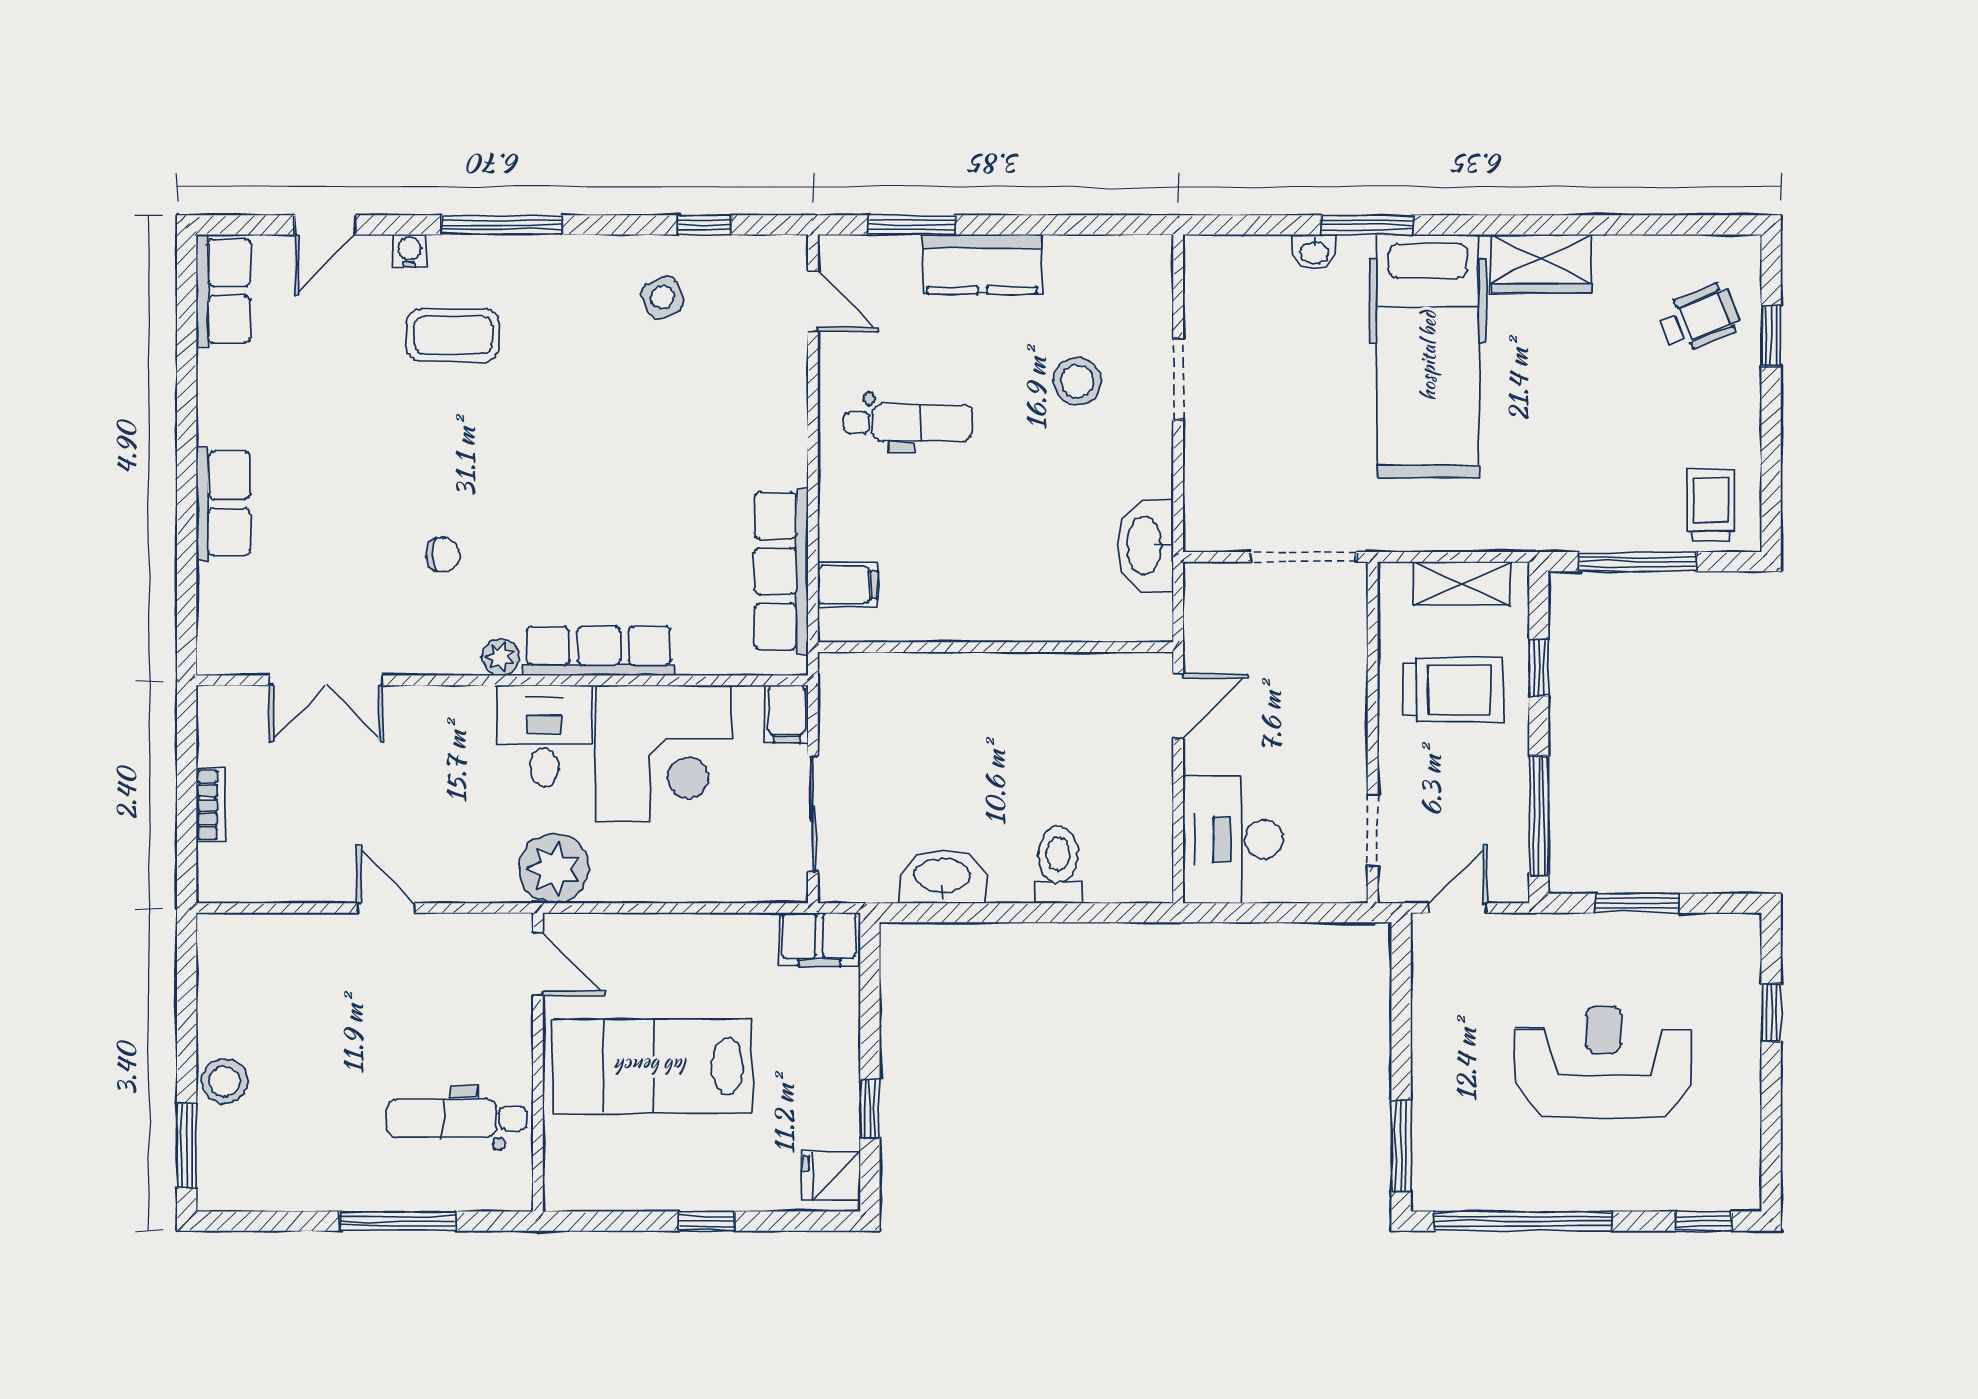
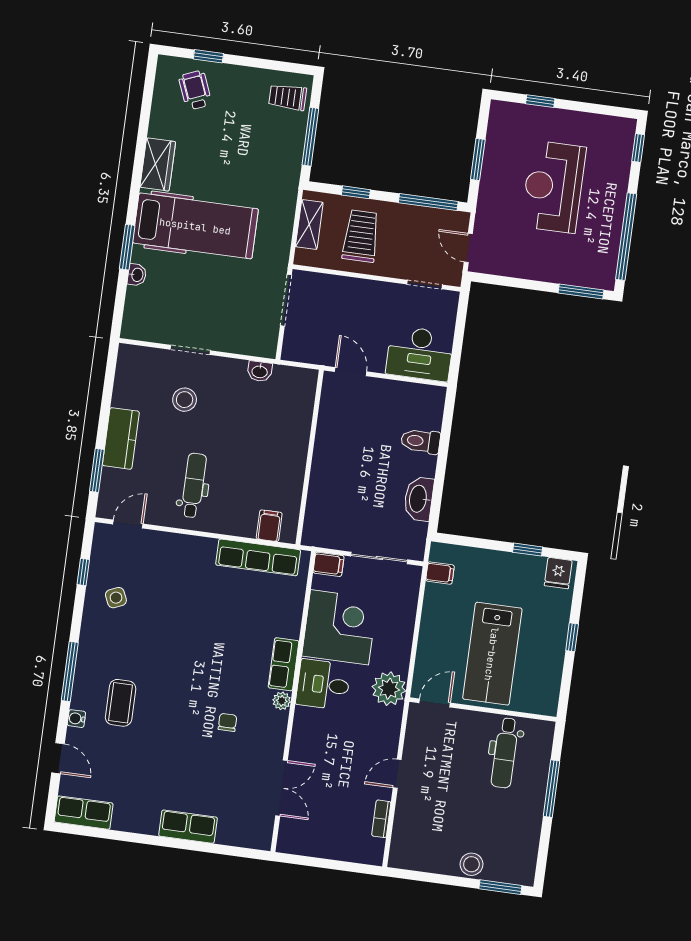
washbasin: (1146, 546) -> (260, 371), width x0.52, depth x0.69
row of seats: (599, 651) -> (284, 664), width x0.68
bookcase: (211, 805) -> (381, 819), moved, turned -90
filing cabinet: (819, 939) -> (440, 573), width x0.50

